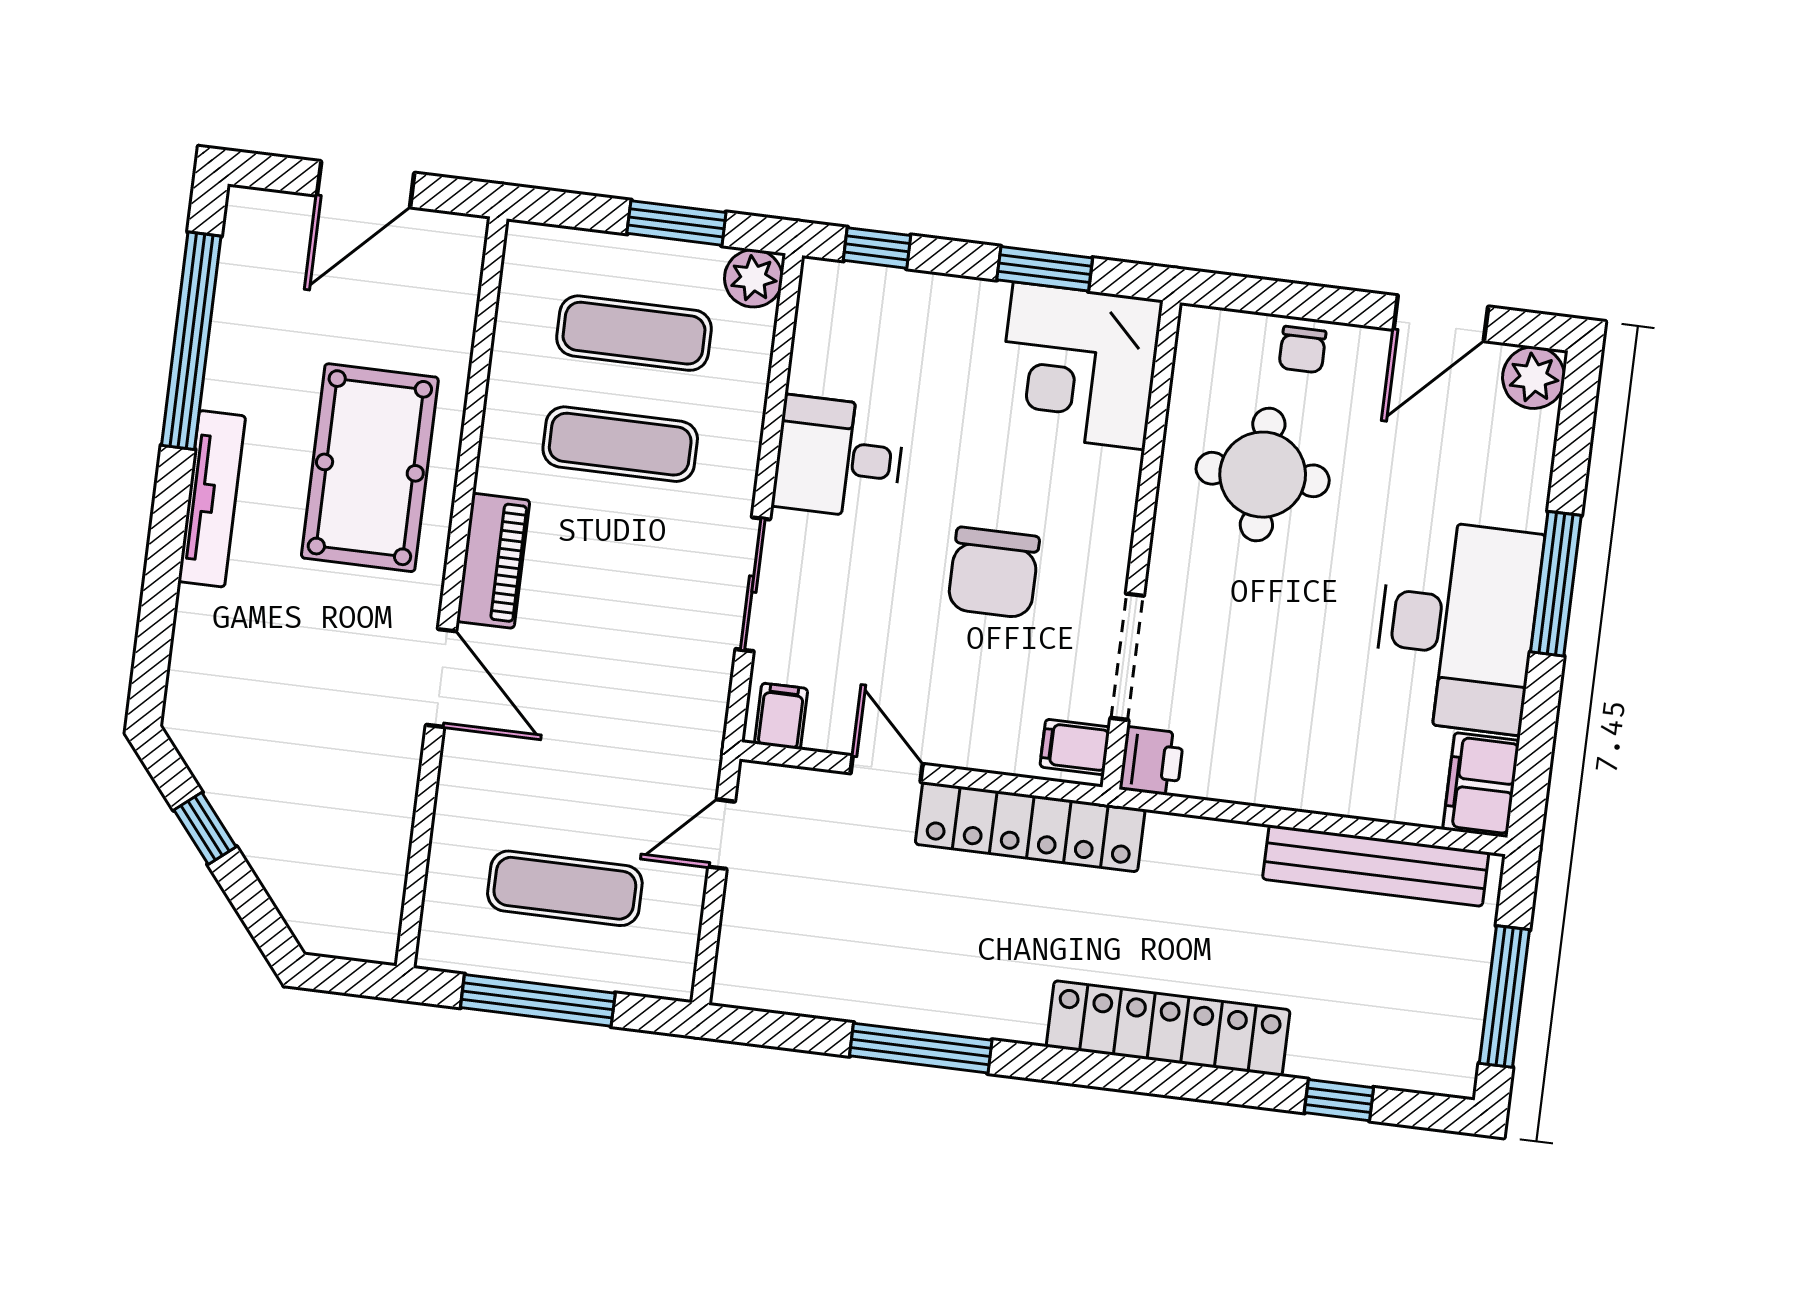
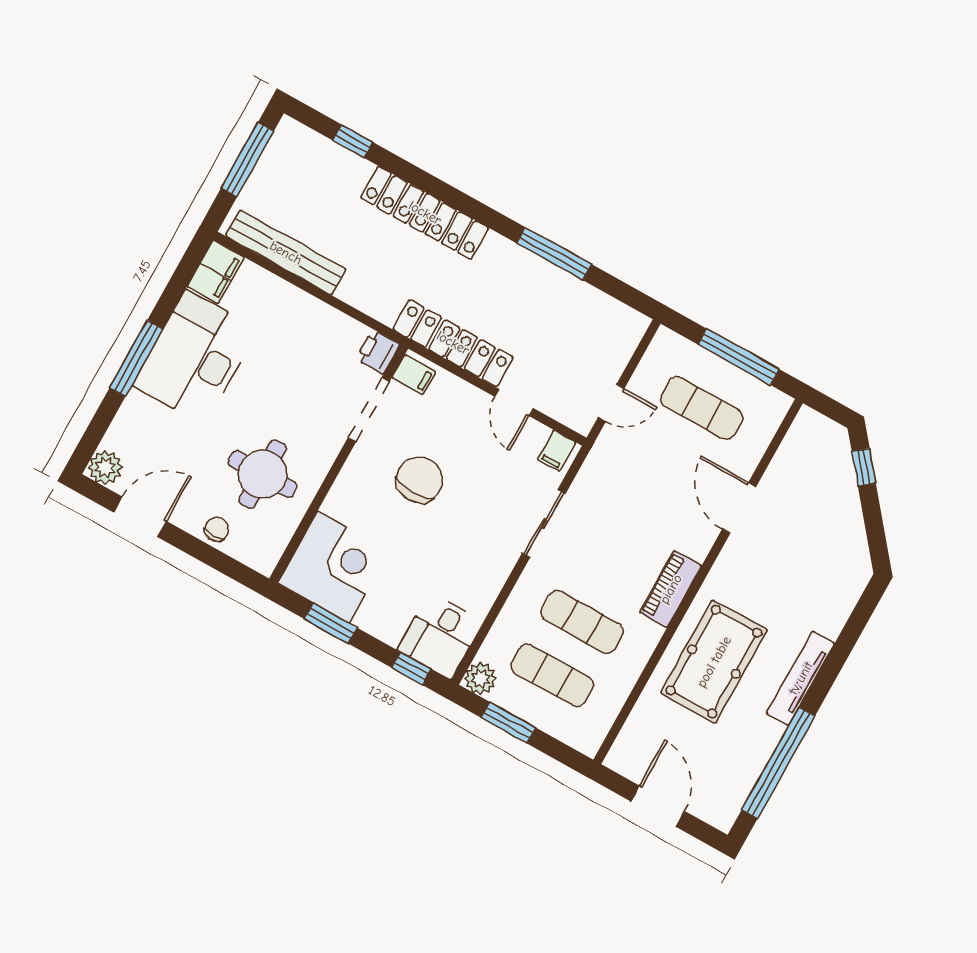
door: (366, 184) -> (658, 806), hinge flipped
desk: (839, 457) -> (440, 636), moved, turned 90
door: (441, 678) -> (739, 508), moved
window: (205, 828) -> (864, 467), moved

